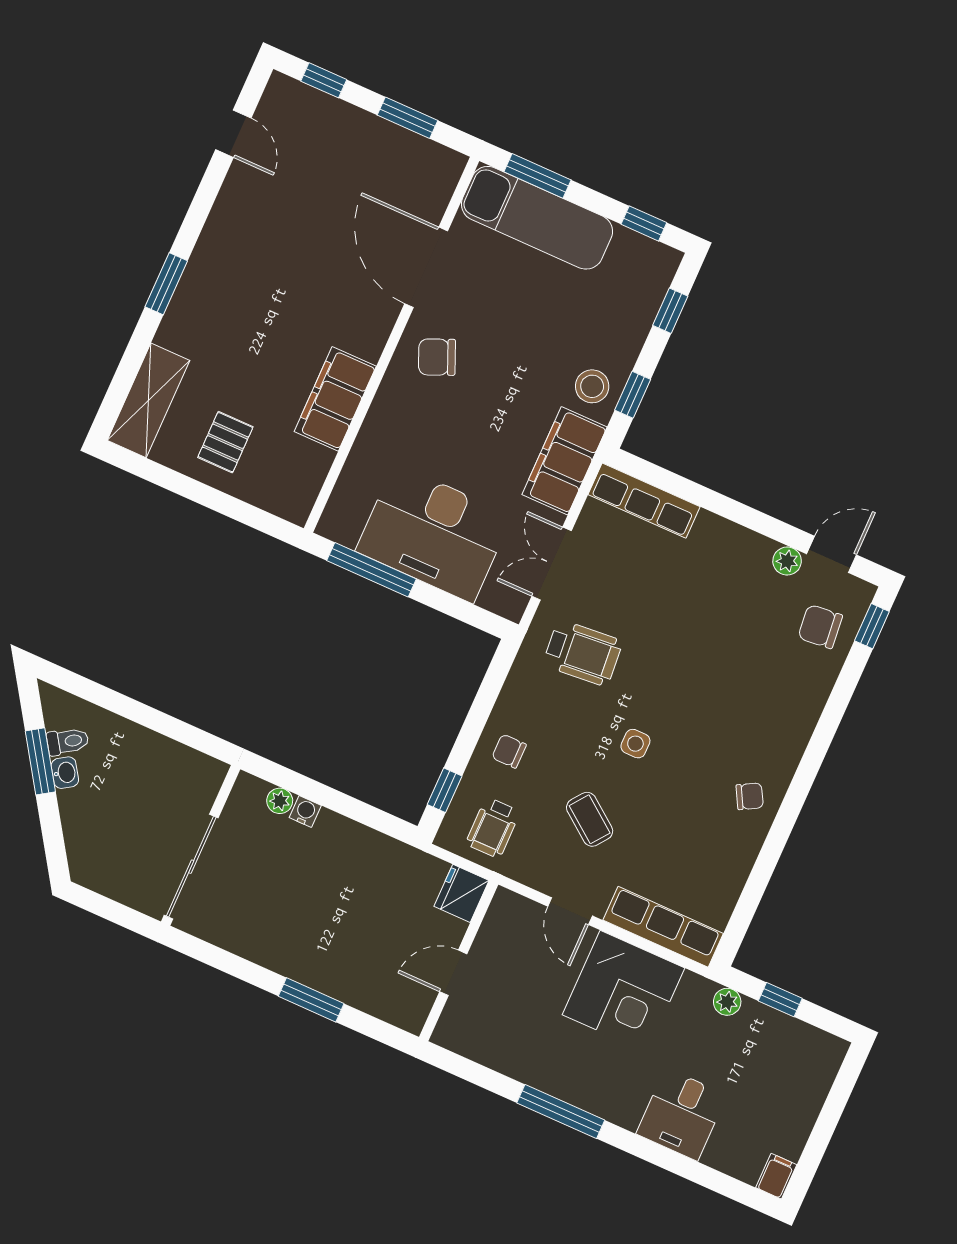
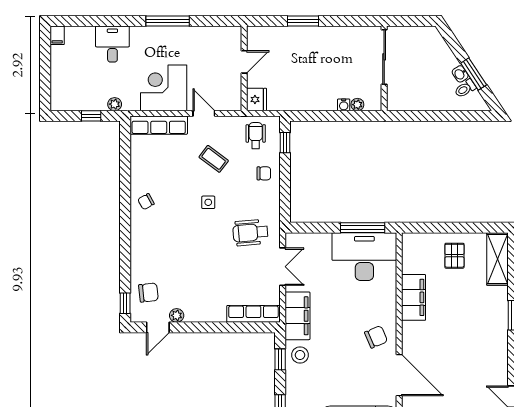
desk: (434, 533) -> (364, 257), moved

